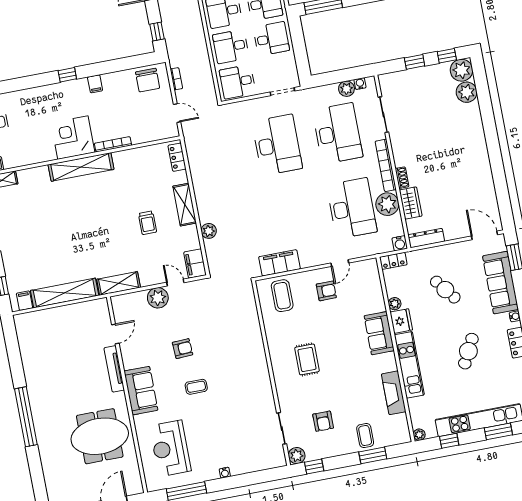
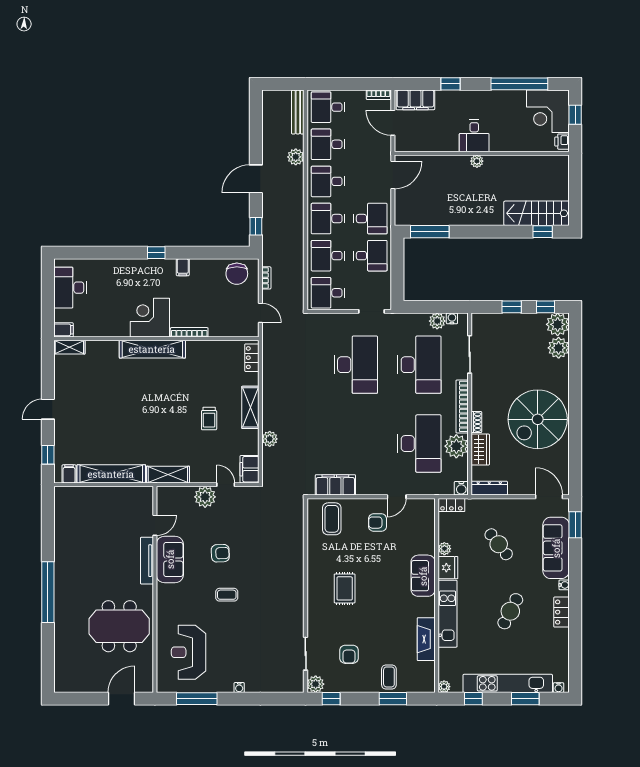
spiral stairs: (460, 164) -> (538, 419), added
armchair: (326, 291) -> (378, 523), turned 180
sofa: (141, 391) -> (170, 559), moved

